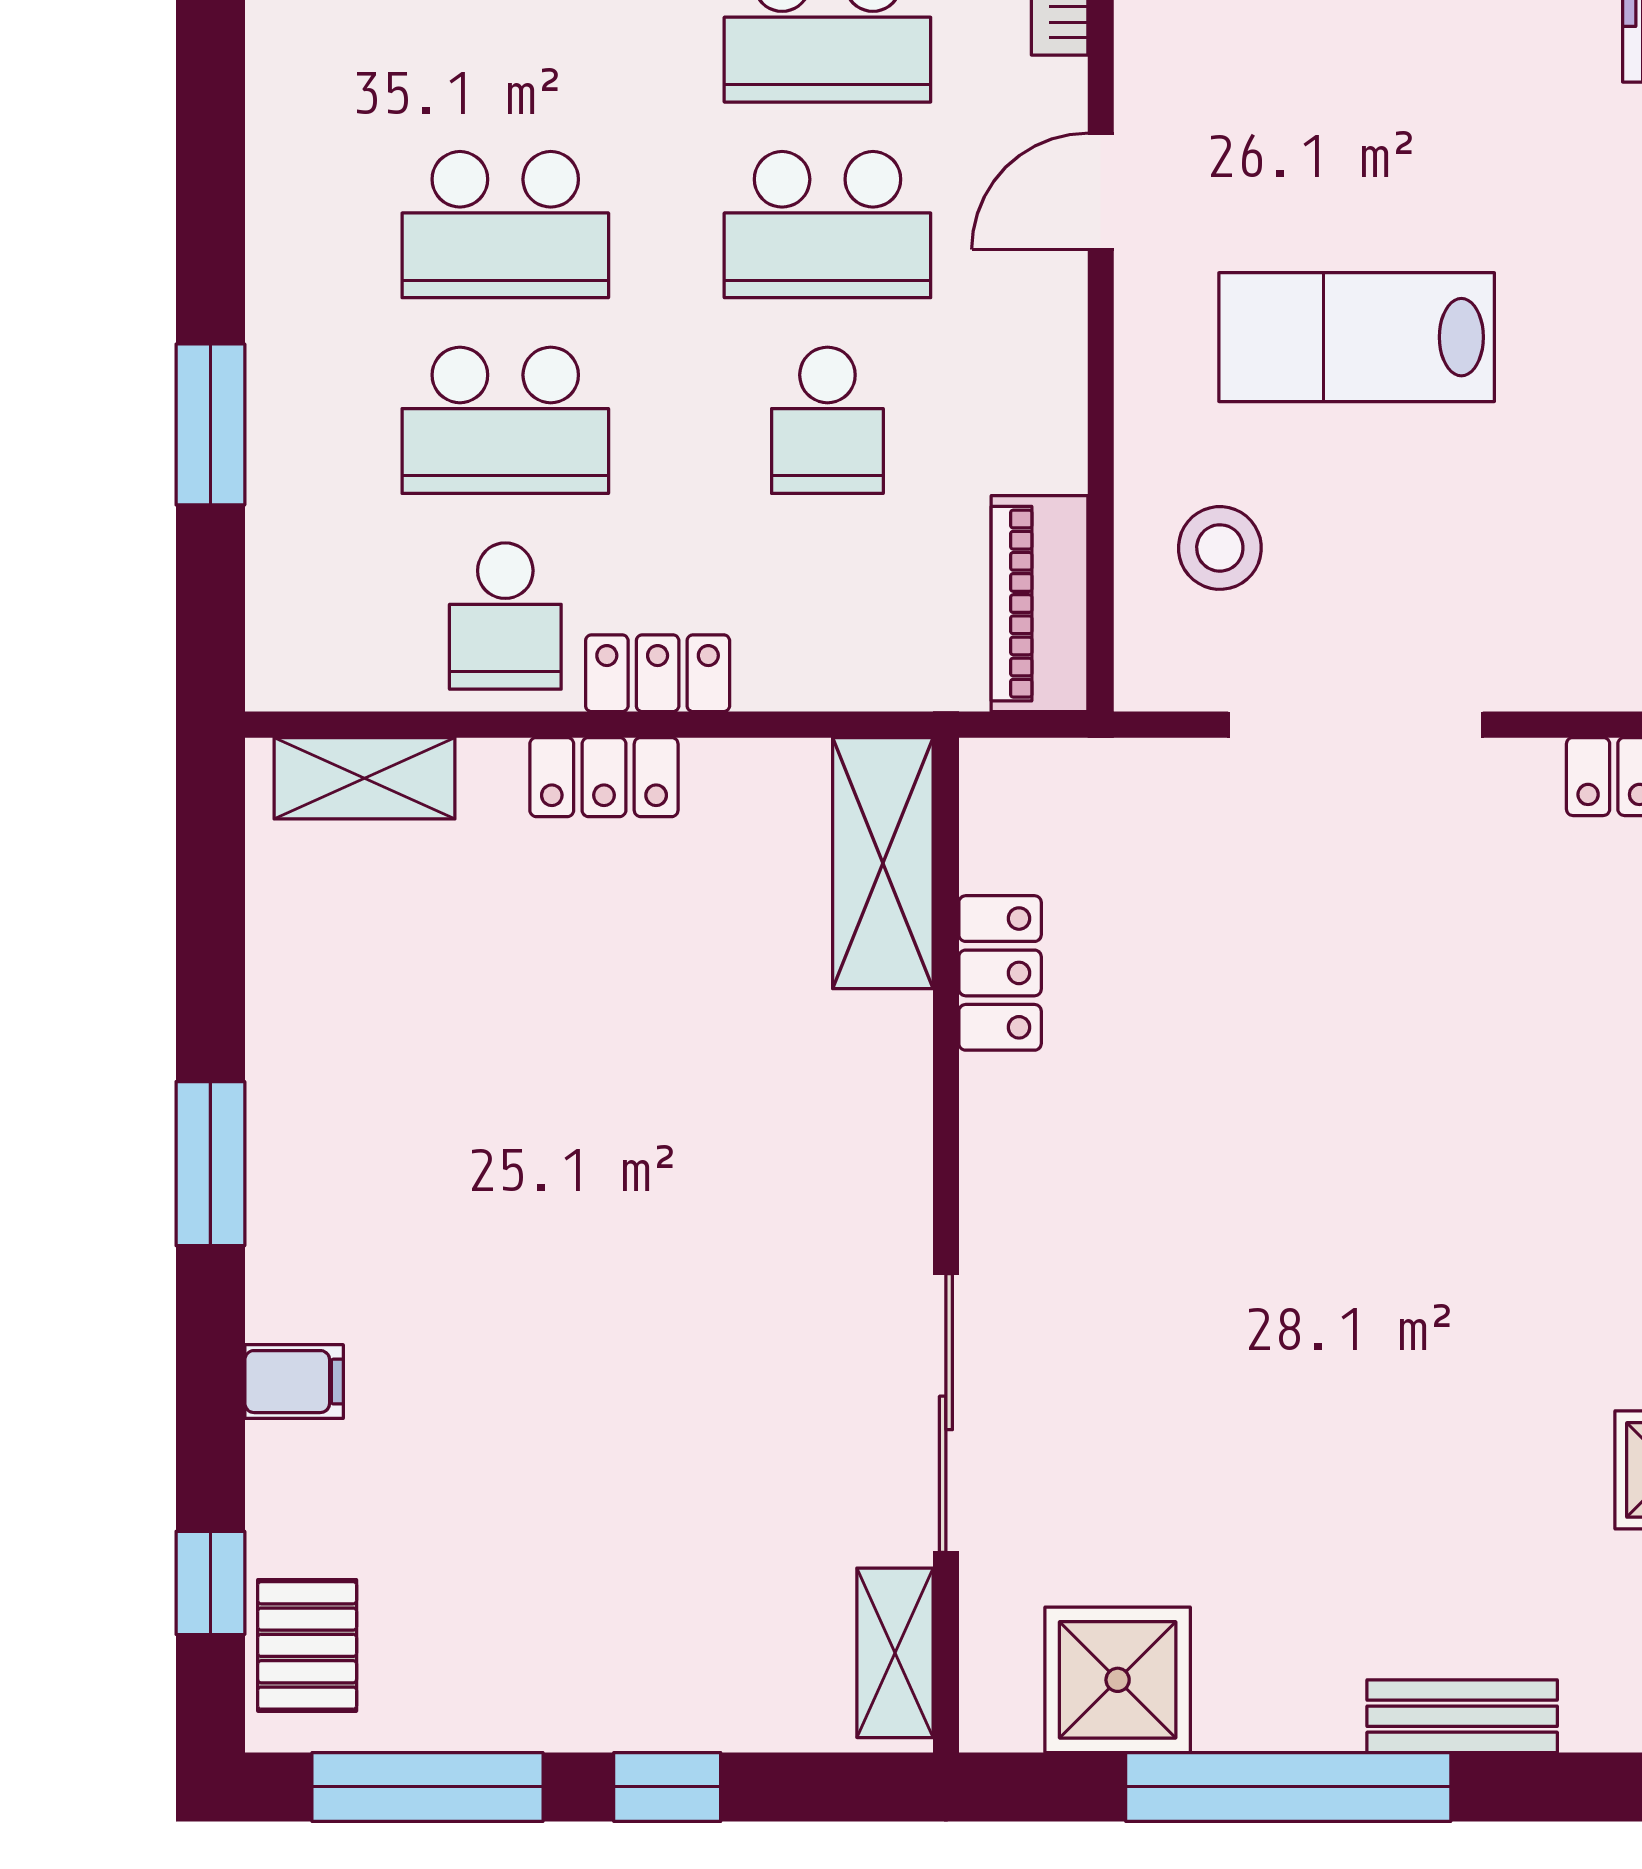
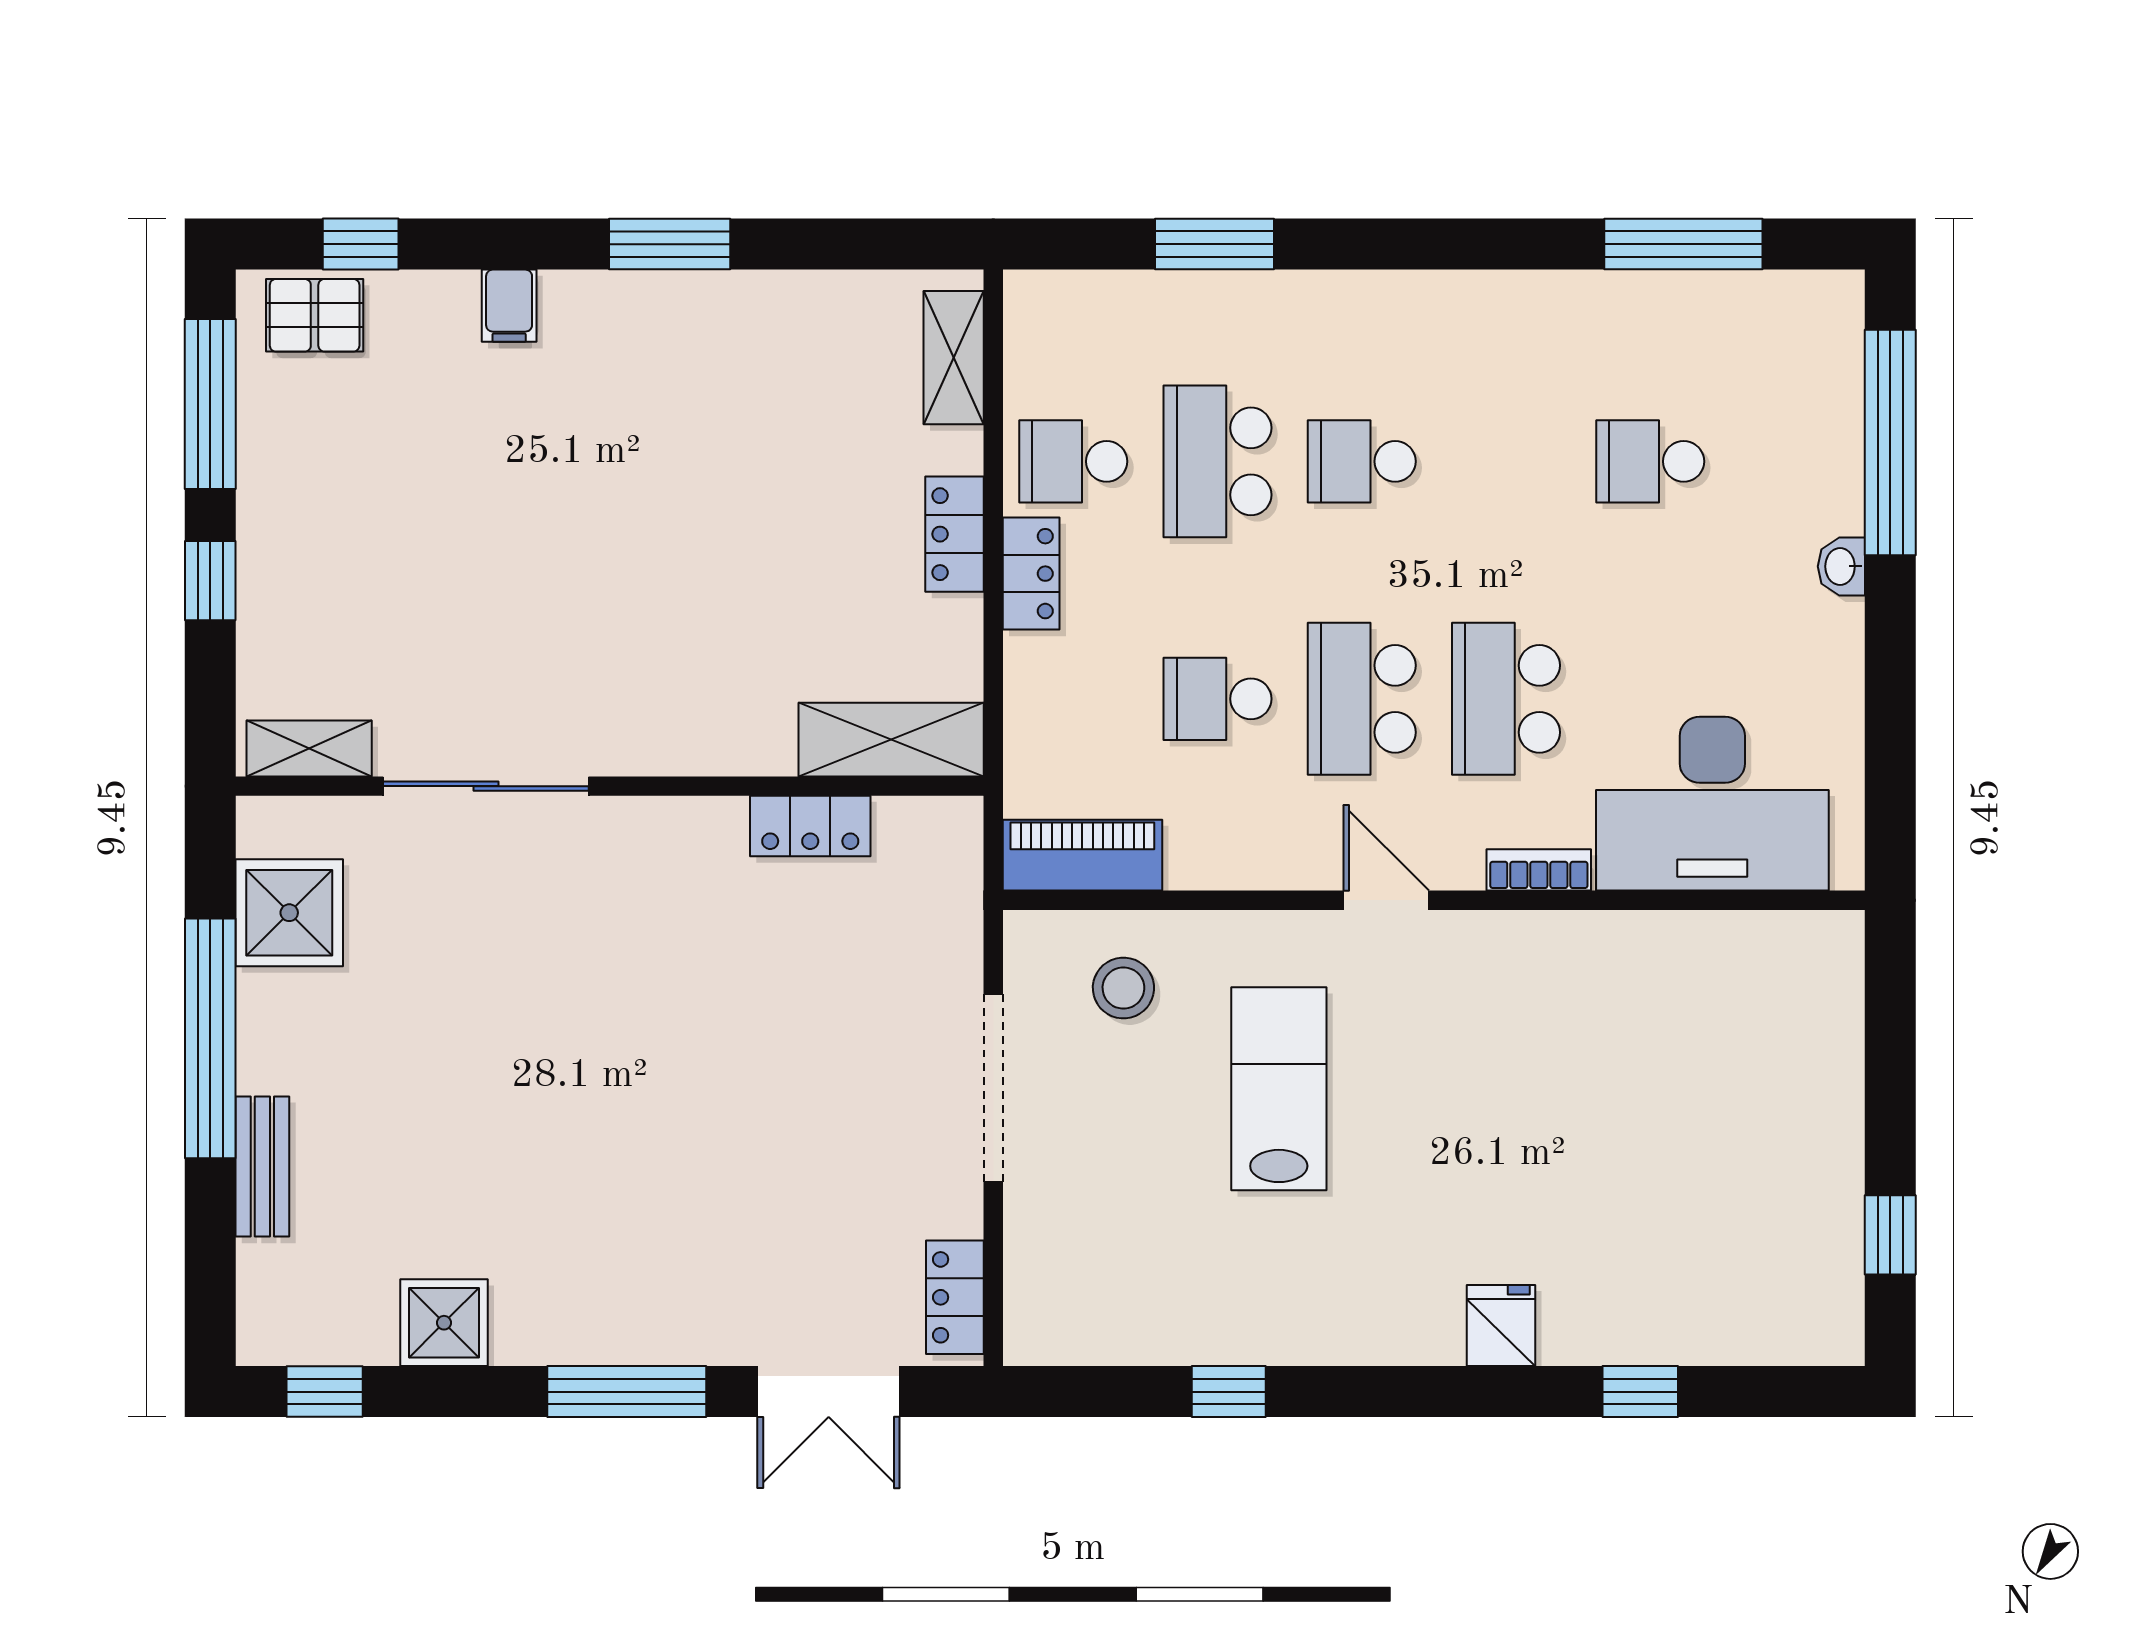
school desk: (505, 225) -> (1362, 461), width x0.54

